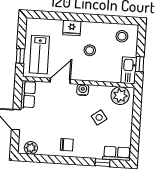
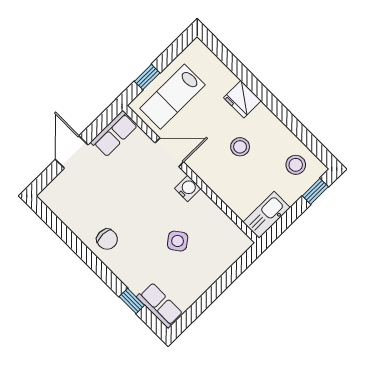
window: (140, 64) -> (315, 191), moved
plant: (120, 96) -> (228, 237), removed
plant: (31, 148) -> (59, 204), removed

